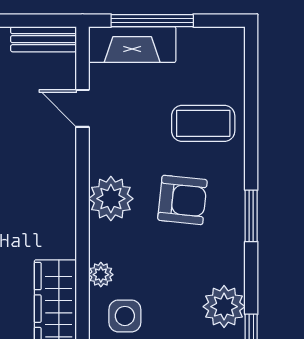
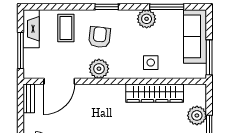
fireplace: (132, 45) -> (31, 29), moved
door: (82, 108) -> (59, 81), width x1.88
plant: (101, 275) -> (132, 73), removed

